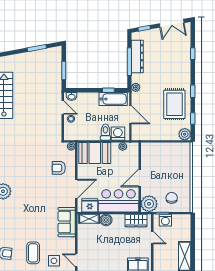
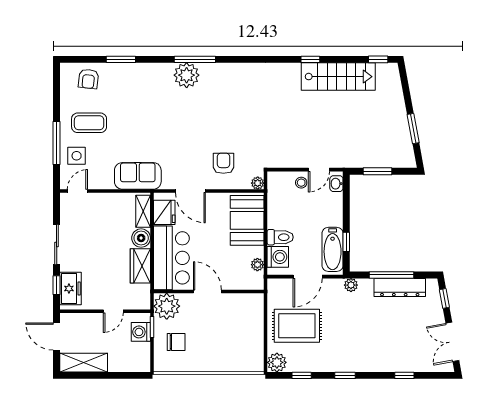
rug: (174, 104) -> (297, 326), moved
wardrobe: (136, 220) -> (140, 266), moved

